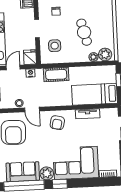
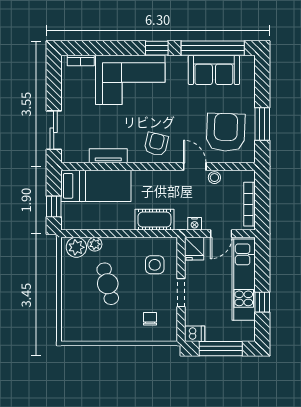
plant: (47, 173) -> (177, 66), removed

